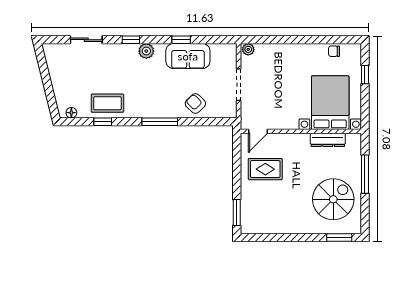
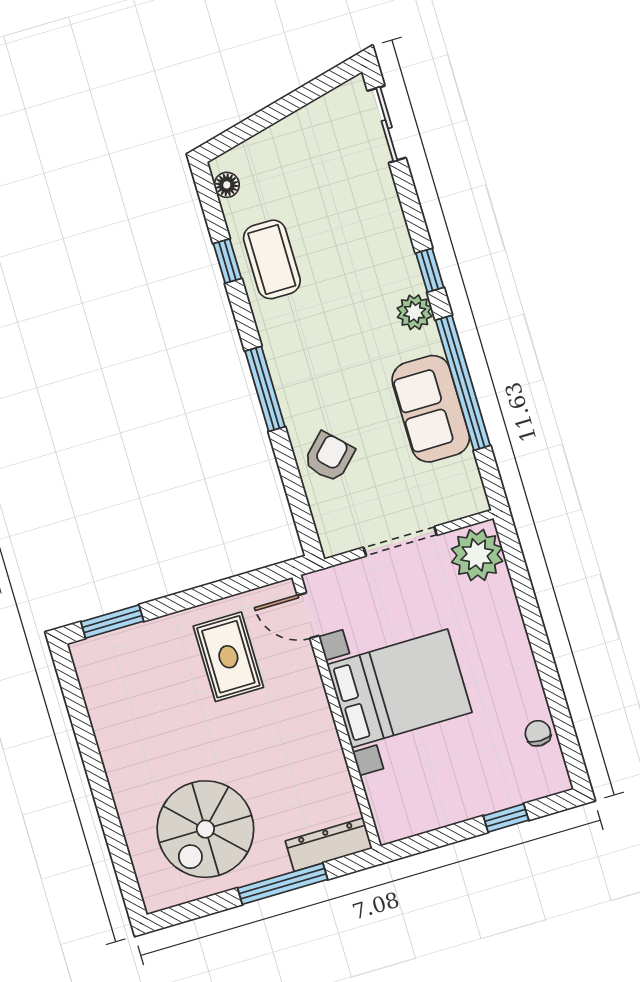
sliding door: (86, 40) -> (387, 124), moved
window: (181, 40) -> (463, 383), width x3.17
plant: (248, 49) -> (477, 555), width x1.87, depth x1.87
bed with nightstands: (330, 103) -> (399, 688), moved
dresser: (328, 140) -> (329, 845), moved, turned 90
spiral stairs: (333, 199) -> (205, 829), turned 90
window: (339, 237) -> (124, 868), removed

